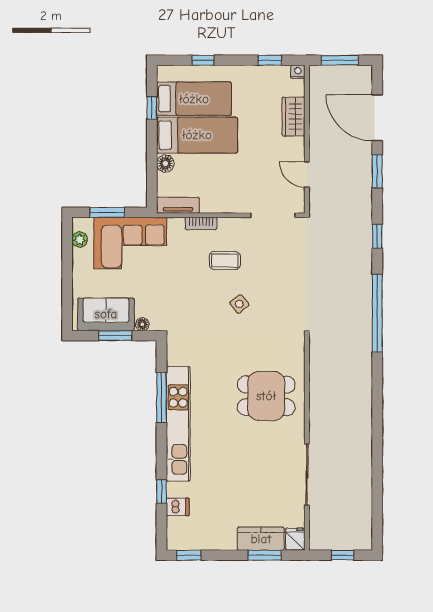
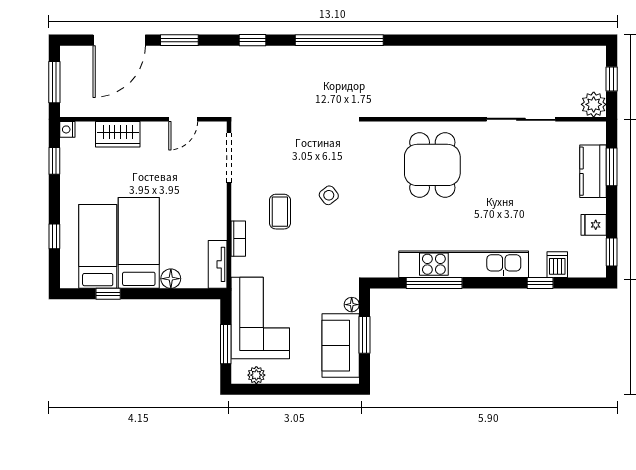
fridge: (295, 539) -> (594, 225), moved
plant: (320, 539) -> (594, 104), added

